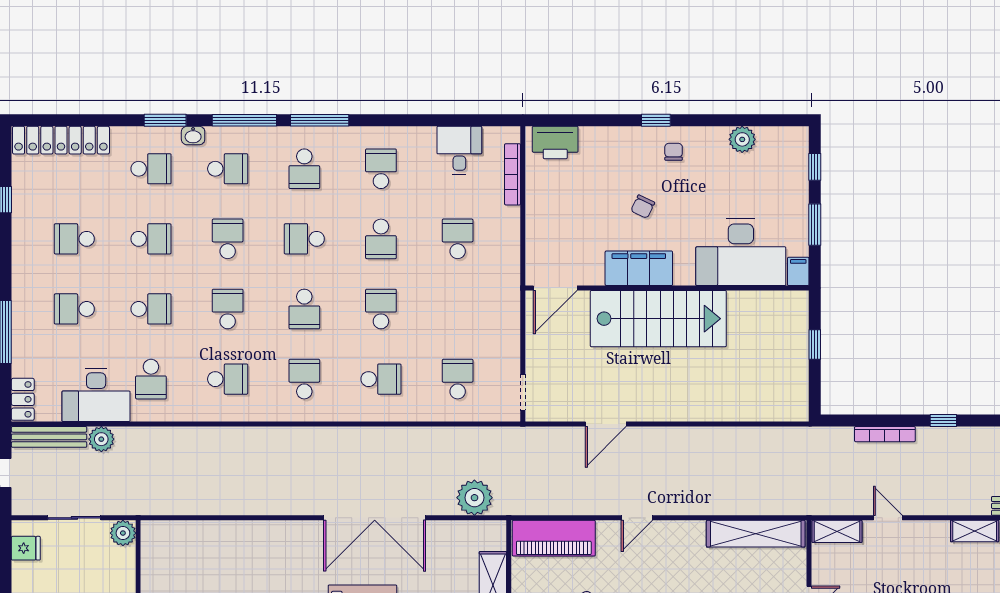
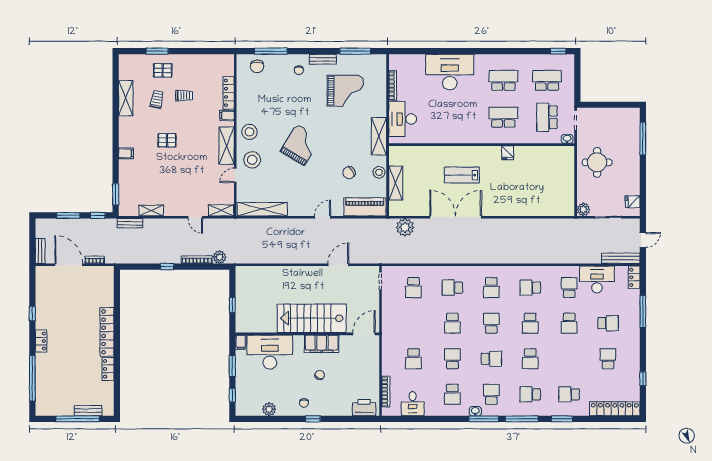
washbasin: (193, 136) -> (475, 411), moved
school desk: (74, 239) -> (608, 359), turned -90
school desk: (151, 239) -> (569, 359), removed
school desk: (151, 309) -> (569, 323), turned -90
plant: (101, 439) -> (220, 257), moved

